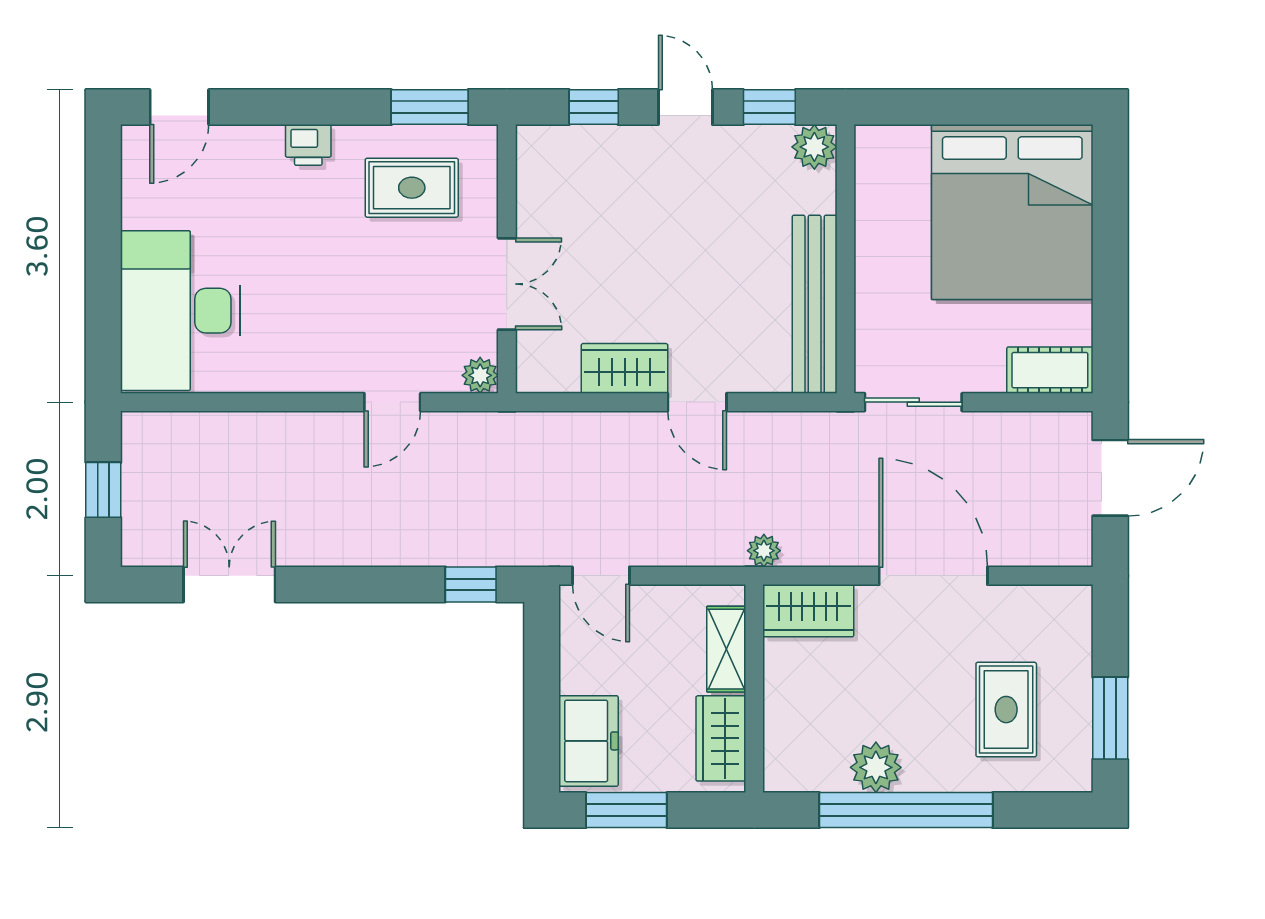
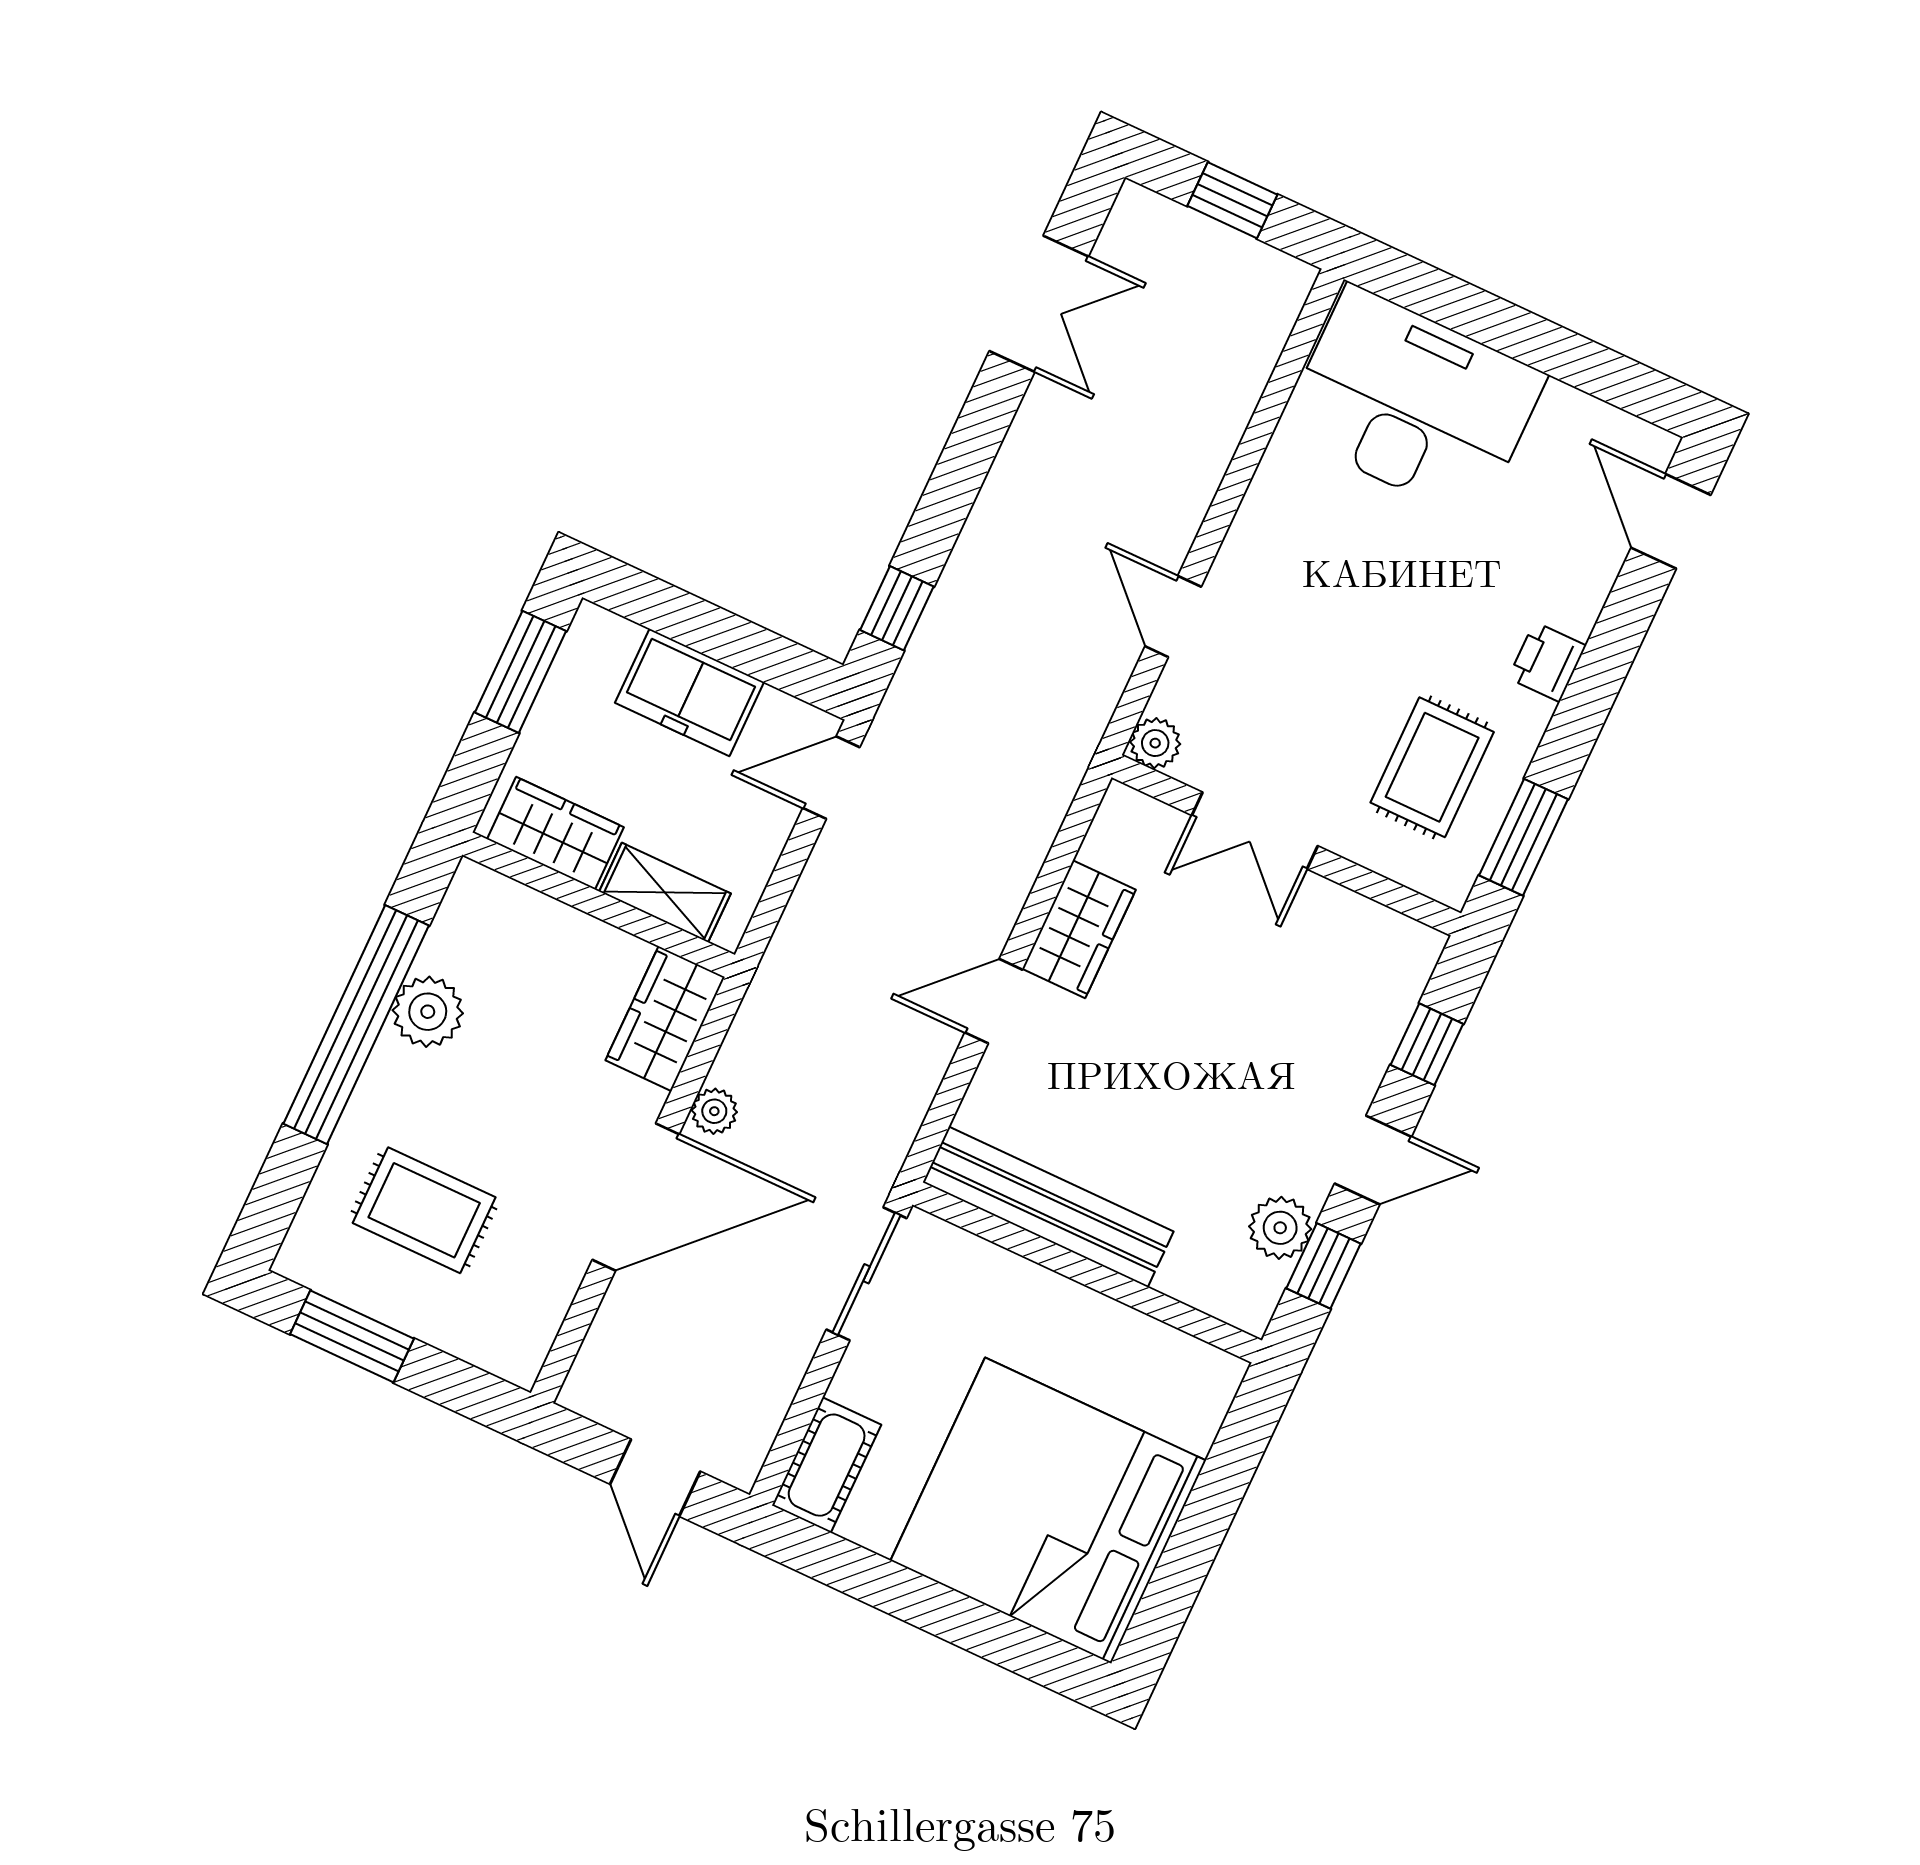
plant: (814, 147) -> (1280, 1228), moved
door: (1110, 478) -> (655, 1478), width x0.73
plant: (764, 551) -> (714, 1111), moved
freezer: (589, 741) -> (690, 692), moved

